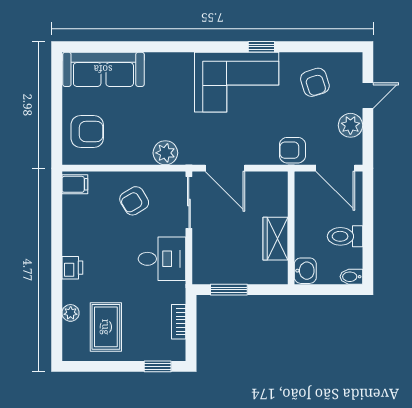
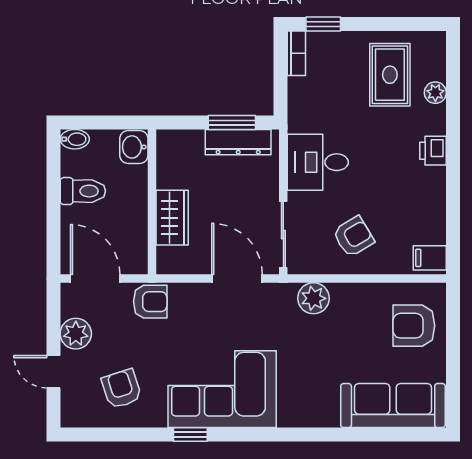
door: (368, 96) -> (53, 372), hinge flipped
wardrobe: (275, 239) -> (172, 218), moved
dresser: (224, 274) -> (238, 142), added
bookcase: (179, 322) -> (296, 53), moved

